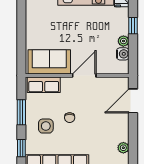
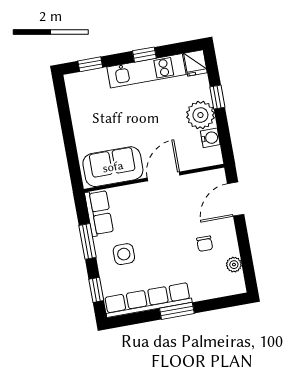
plant: (123, 41) -> (200, 115), width x1.88, depth x1.88
row of seats: (44, 85) -> (99, 213), moved, turned -90
chair: (70, 118) -> (205, 244), moved

